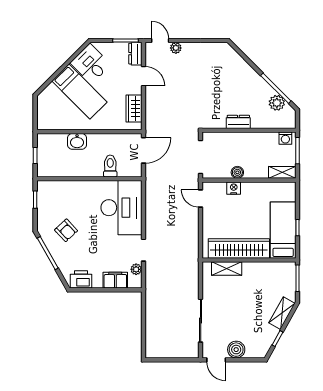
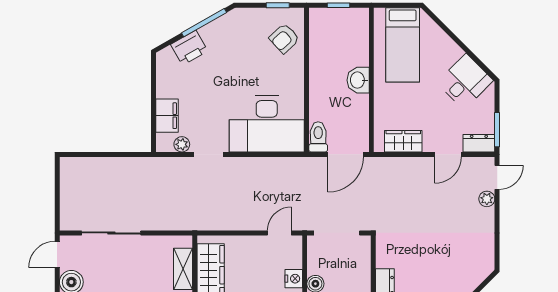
bed: (79, 92) -> (403, 45), moved, turned -45
washbasin: (77, 141) -> (358, 80), moved
door: (143, 150) -> (346, 154), hinge flipped
toilet: (110, 166) -> (318, 137), moved, turned -90
armchair: (66, 230) -> (284, 38), moved
printer: (81, 279) -> (189, 48), moved, turned 60

